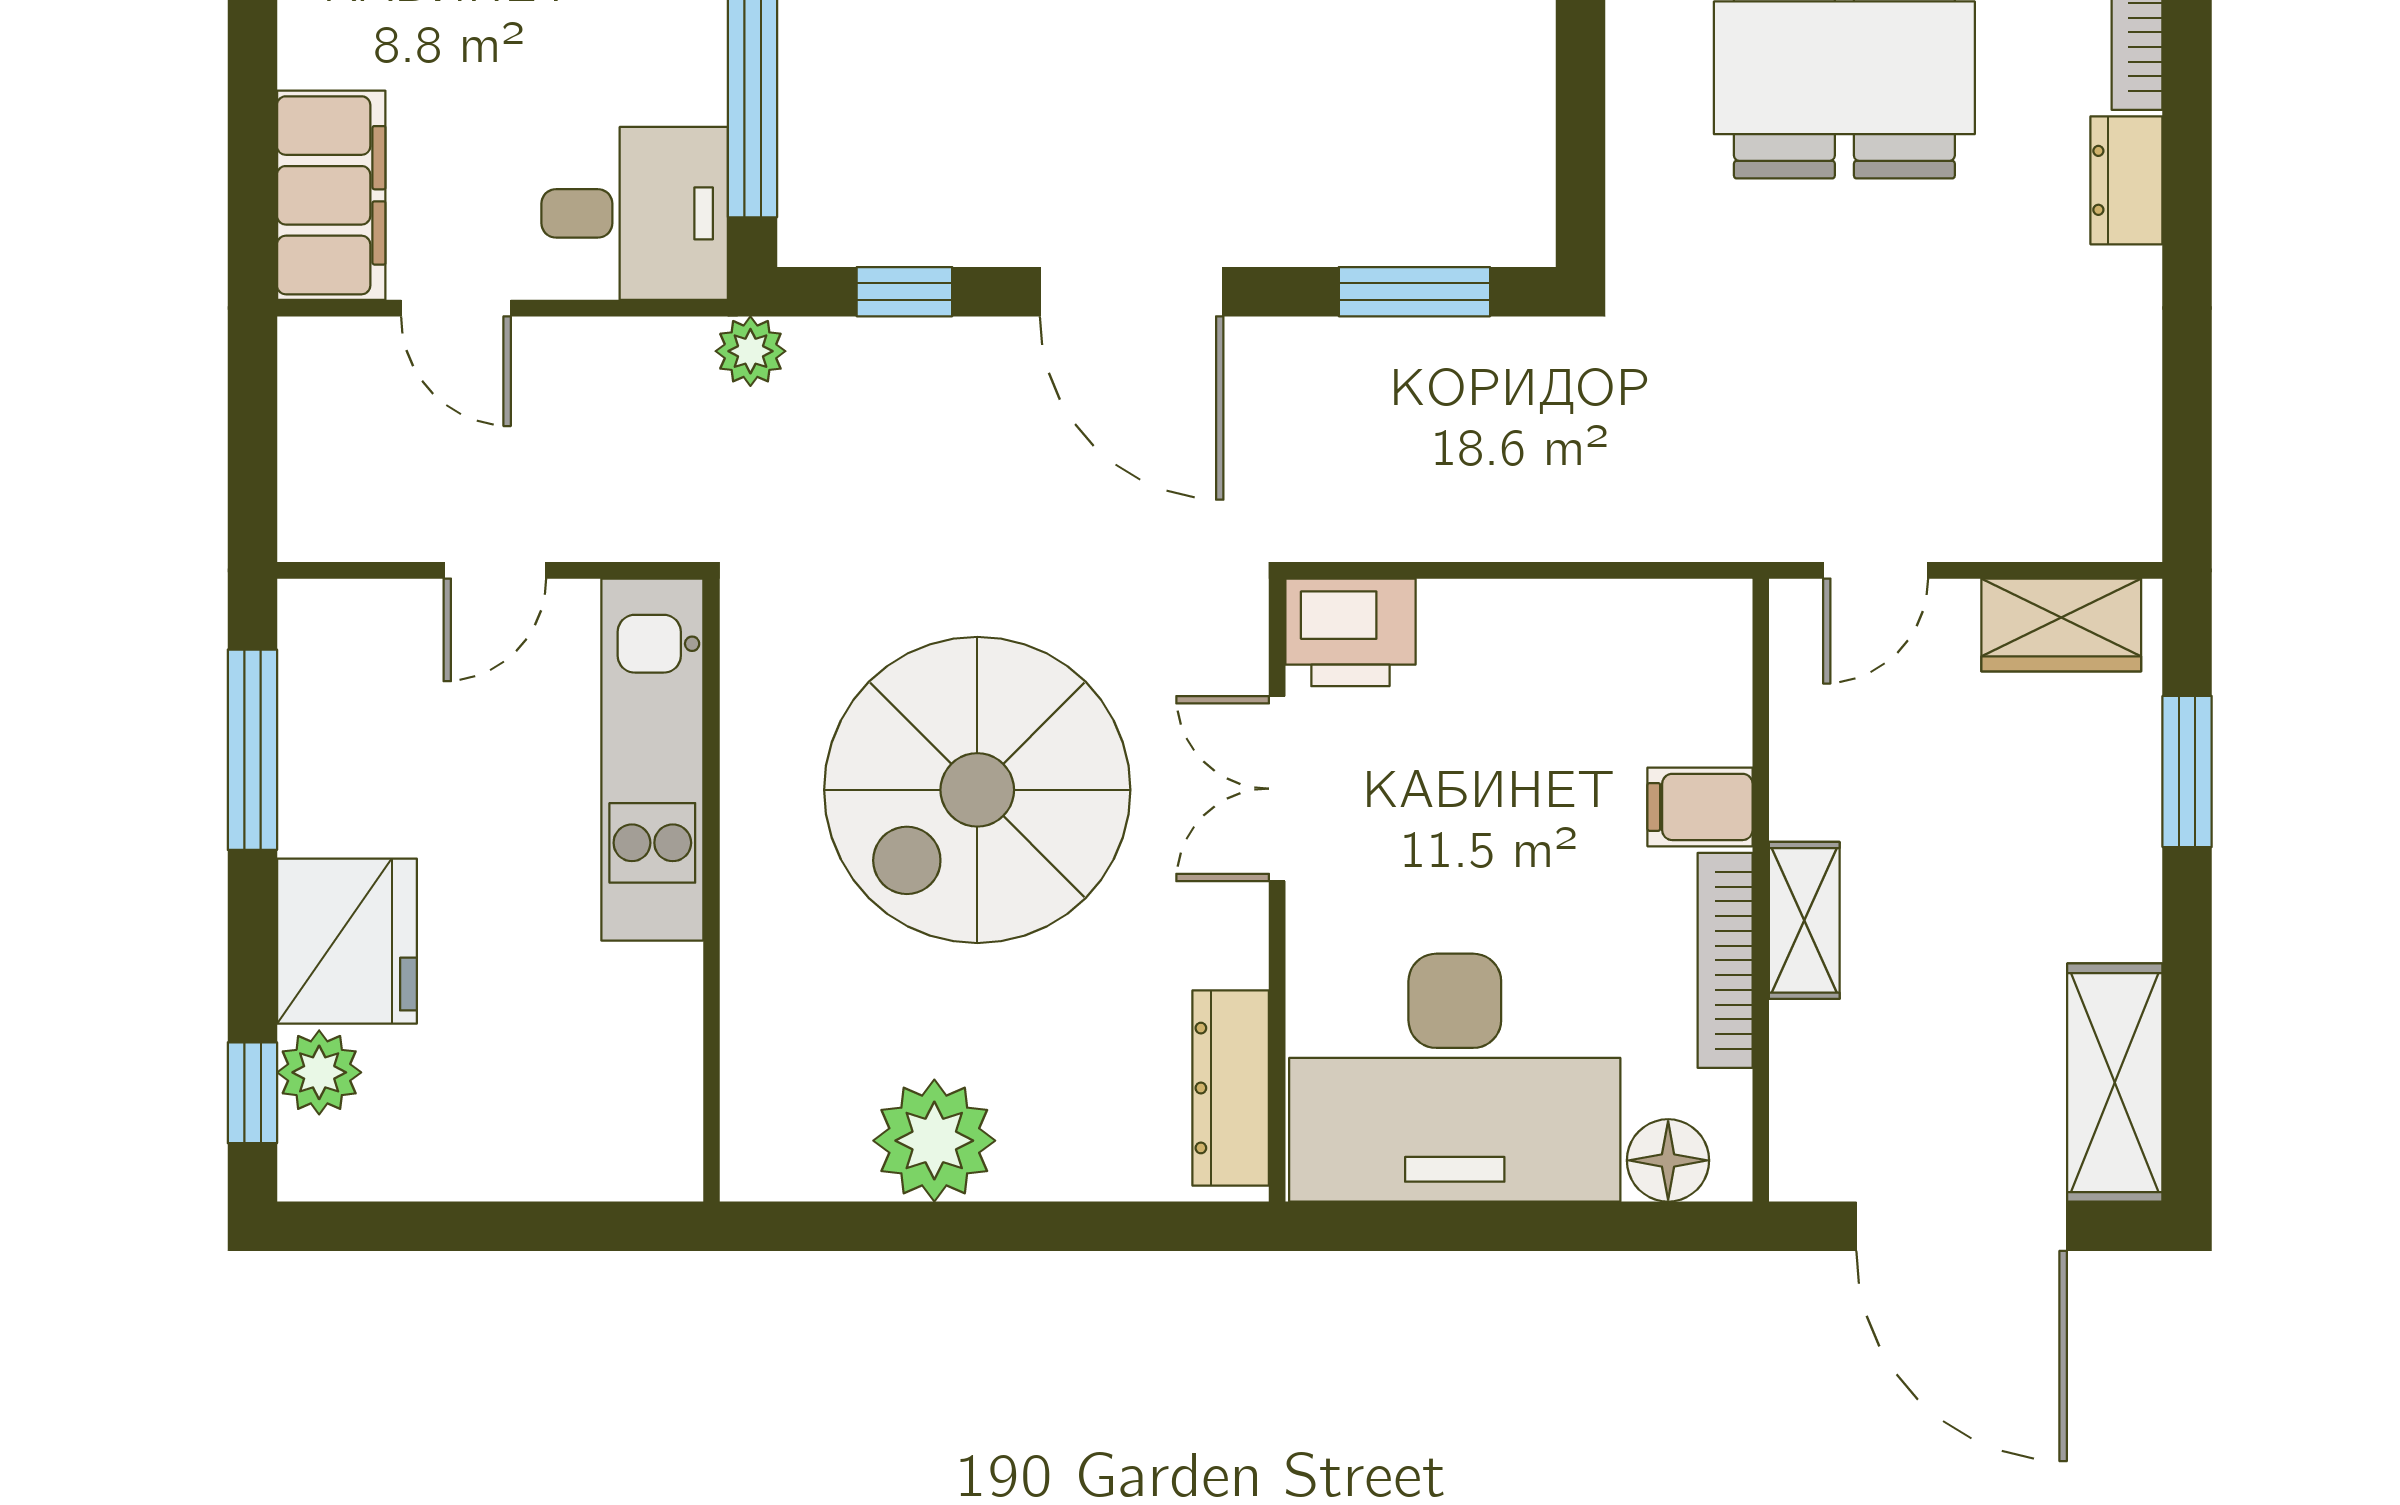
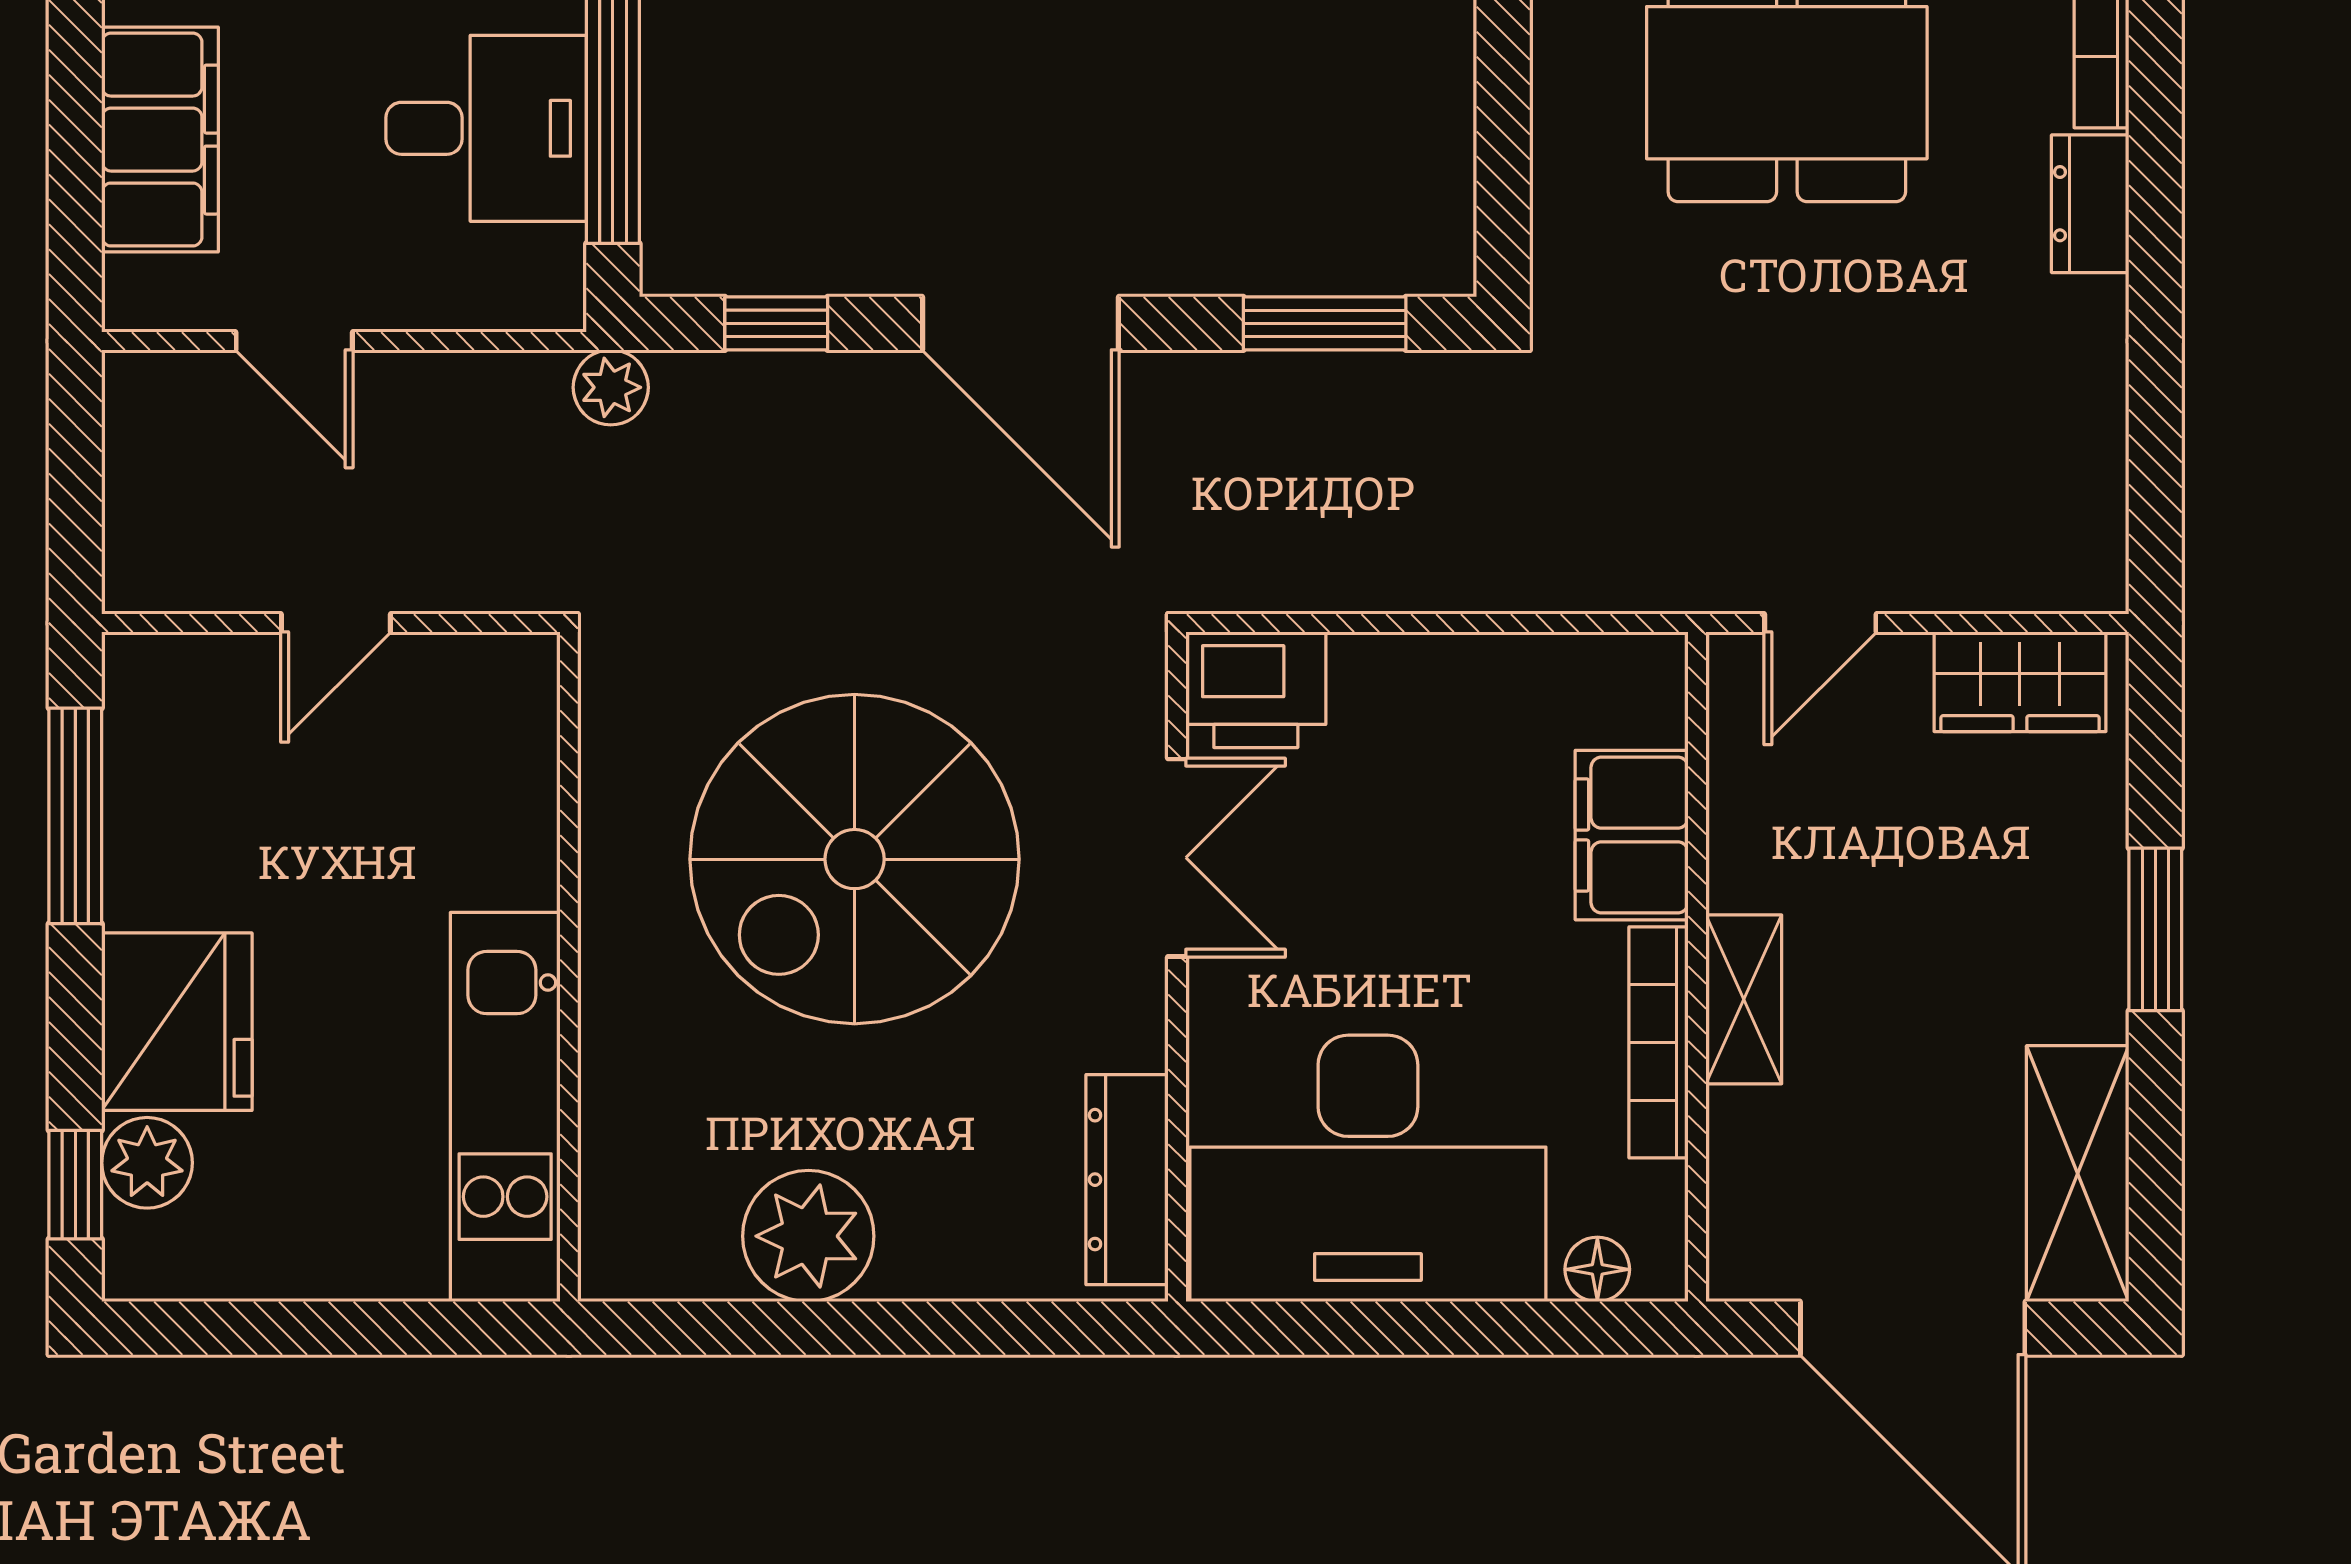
filing cabinet: (331, 195) -> (160, 140), moved
desk: (635, 213) -> (486, 128), moved
kitchen unit: (652, 760) -> (505, 1107), moved
window: (2187, 771) -> (2155, 929), moved
double door: (1277, 789) -> (1177, 858), swing flipped
filing cabinet: (1700, 807) -> (1632, 835), width x2.00
floor lamp: (1668, 1160) -> (1597, 1269), width x0.73, depth x0.73

